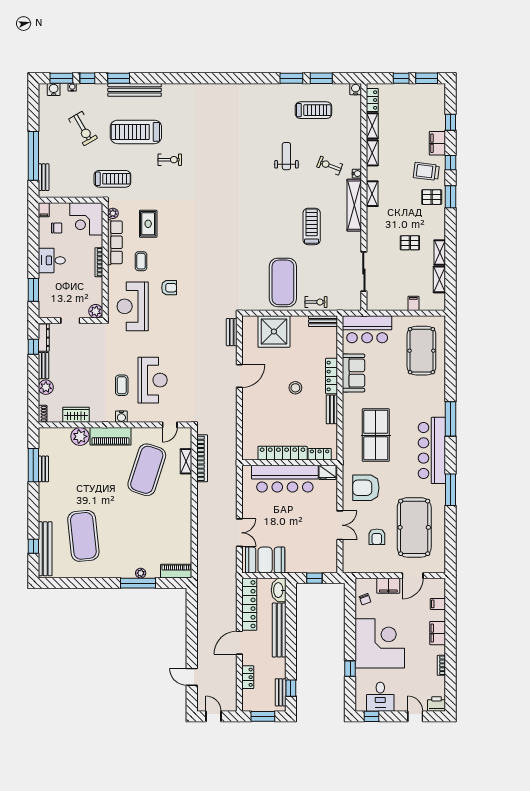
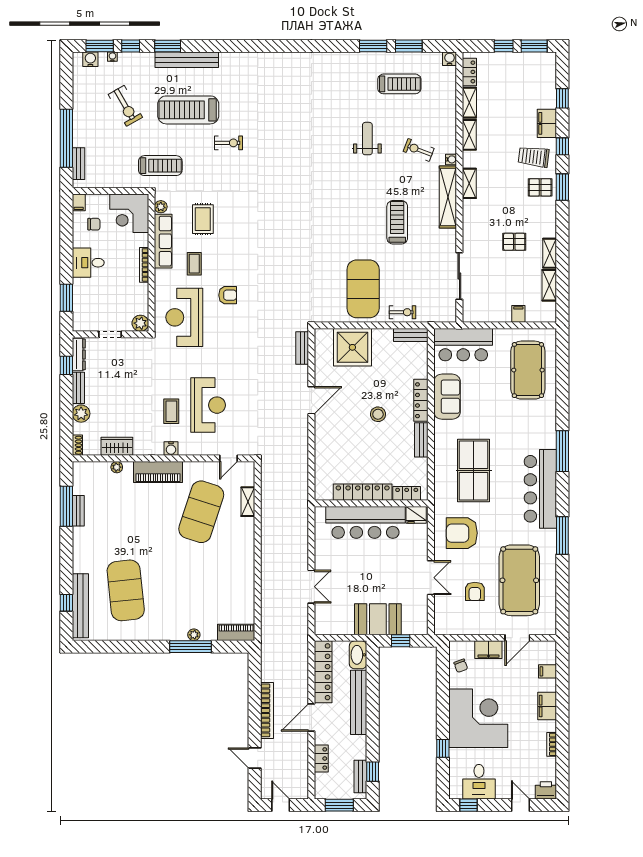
plant: (80, 436) -> (117, 467), width x0.53, depth x0.53
bookcase: (202, 458) -> (267, 710), moved
booth: (265, 560) -> (378, 619), moved

